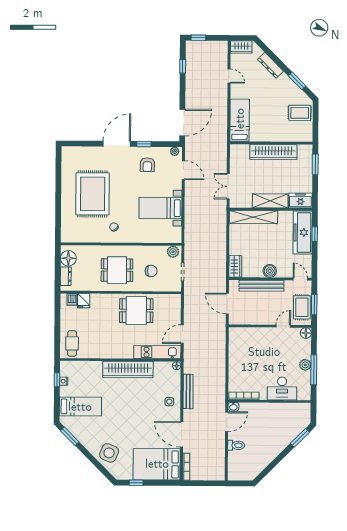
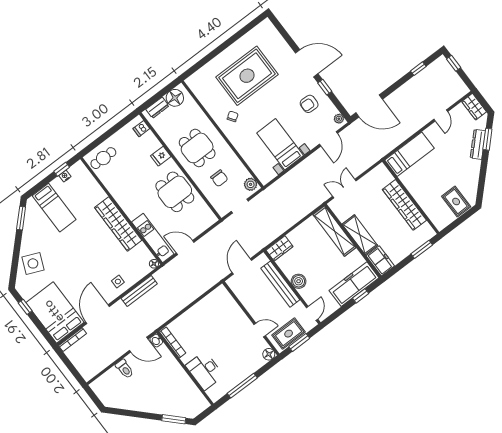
window: (297, 81) -> (487, 139), moved
fridge: (84, 301) -> (161, 156), moved
plant: (305, 365) -> (241, 375), removed

